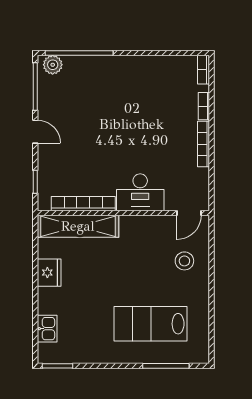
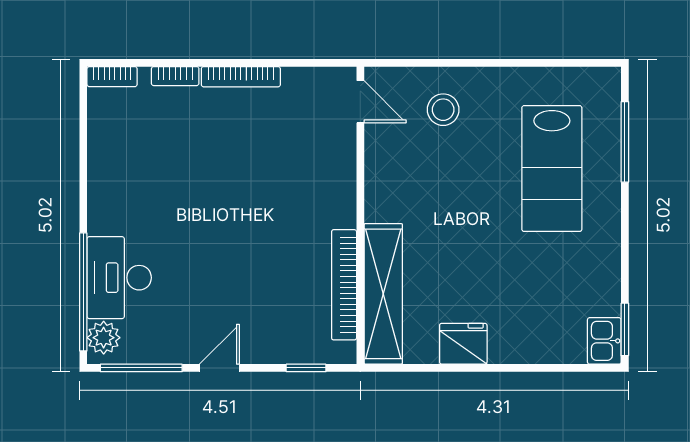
desk: (140, 192) -> (119, 278), moved, turned 180
kitchen sink: (47, 329) -> (604, 341), moved, turned -90

